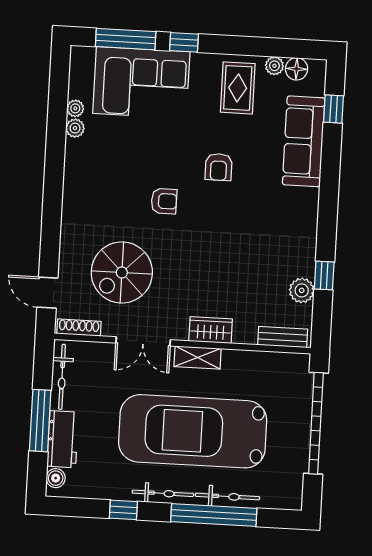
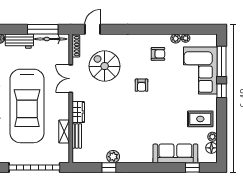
armchair: (219, 167) -> (158, 54), moved, turned 180
plant: (302, 290) -> (113, 157), moved
bench: (283, 337) -> (77, 136), moved
shelving: (198, 358) -> (64, 131), moved
window: (40, 421) -> (43, 29), moved
car: (193, 431) -> (27, 106), turned 180

